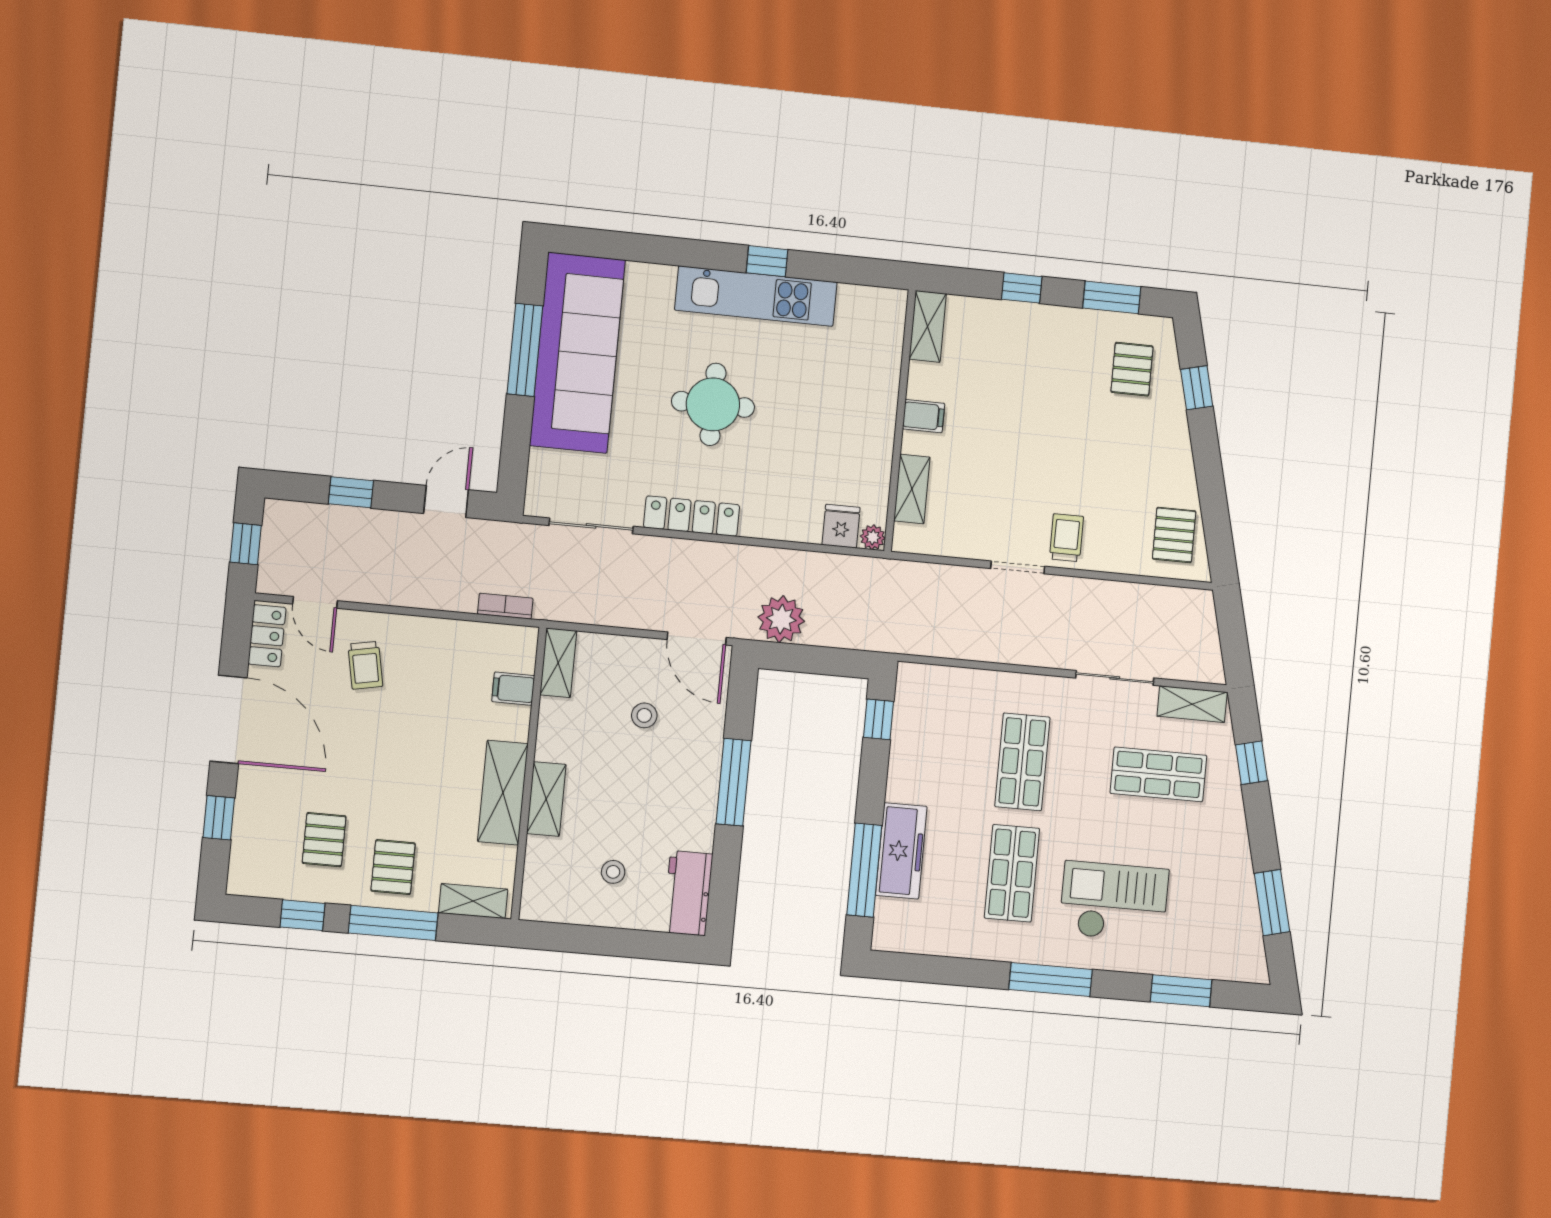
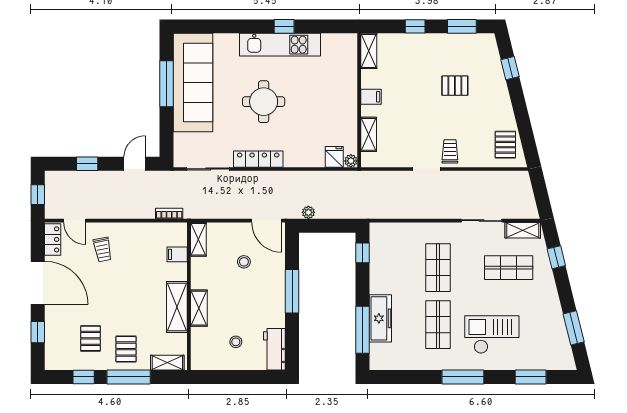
pallet: (1132, 369) -> (455, 86), moved, turned 90
plant: (781, 619) -> (308, 212), width x0.53, depth x0.53

